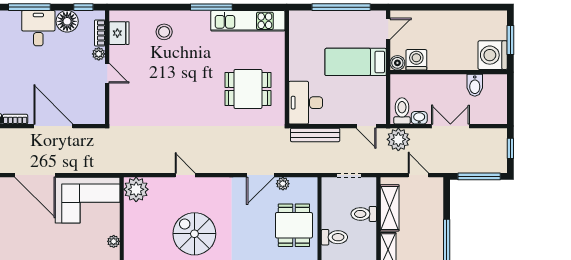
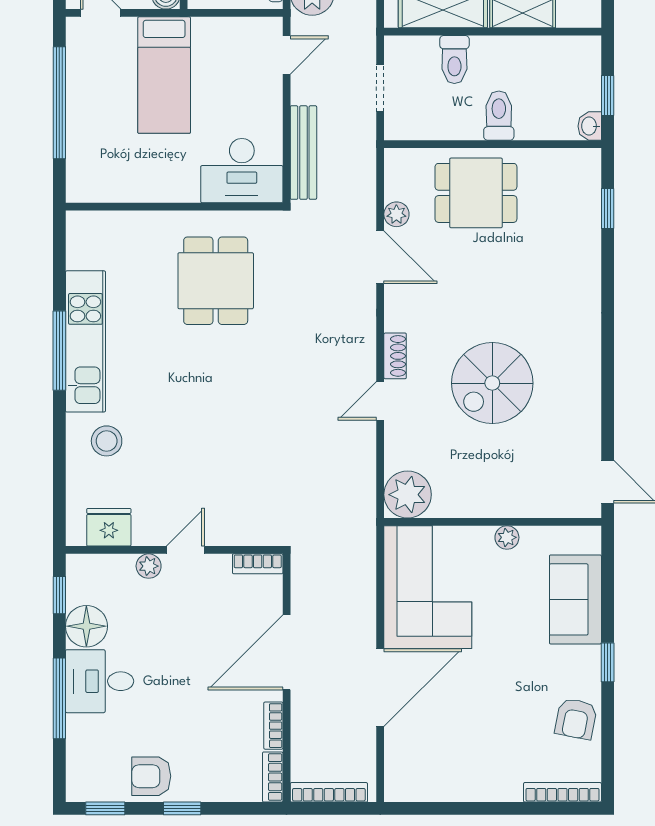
kitchen unit: (248, 21) -> (85, 341), moved
bookcase: (100, 33) -> (258, 564), moved
shoe rack: (209, 183) -> (395, 356), added

